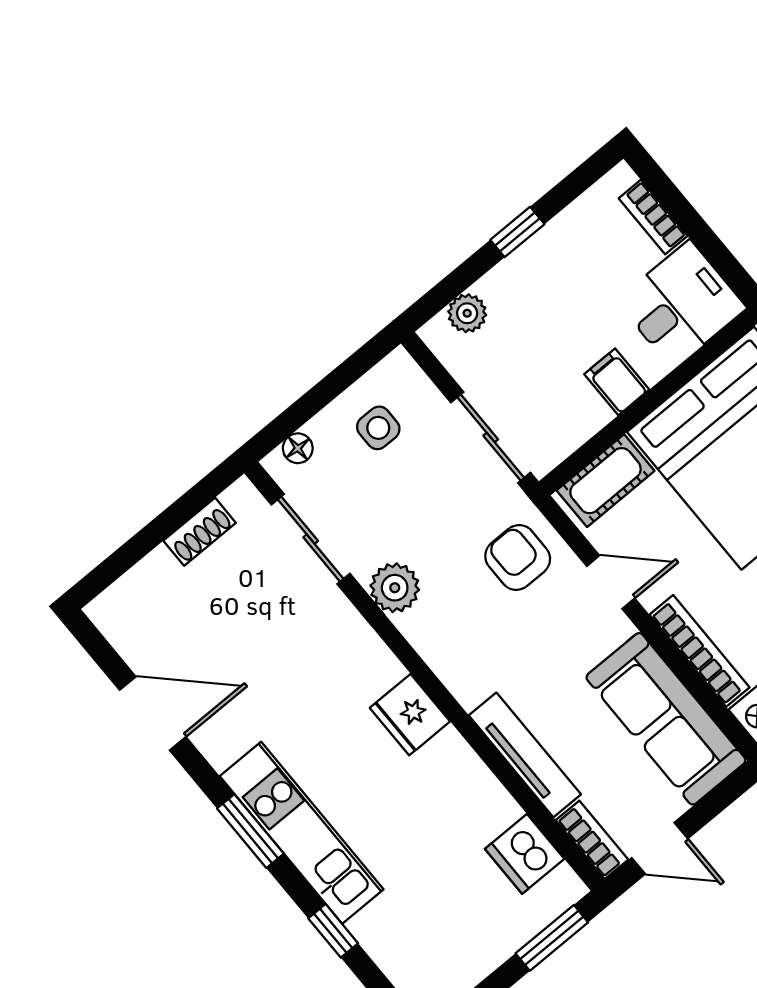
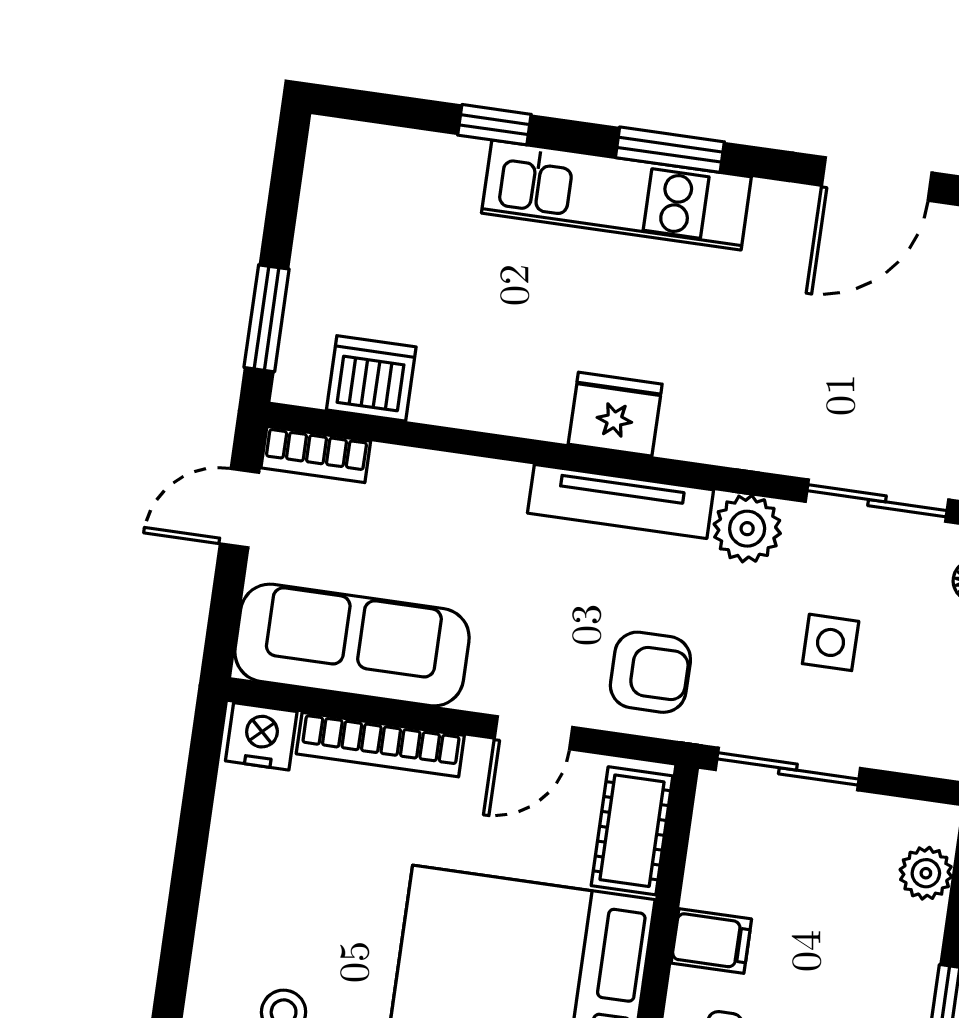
side table: (378, 428) -> (831, 642), moved
tv unit: (525, 755) -> (621, 501), moved

